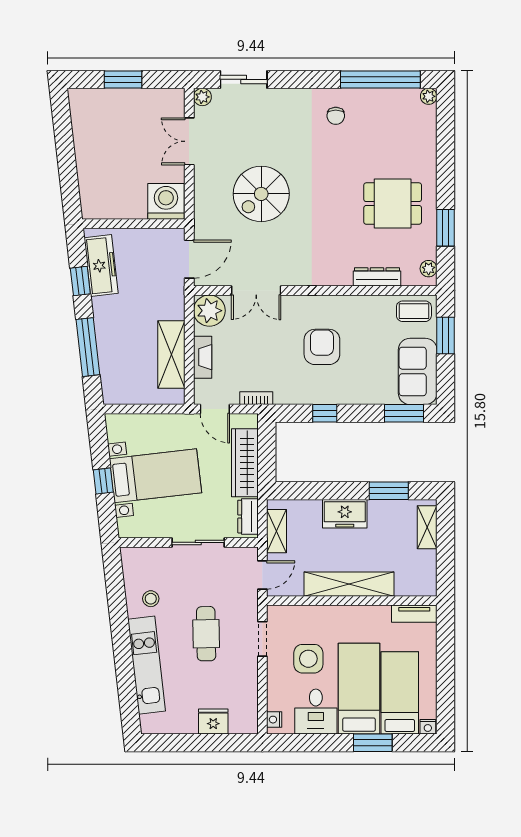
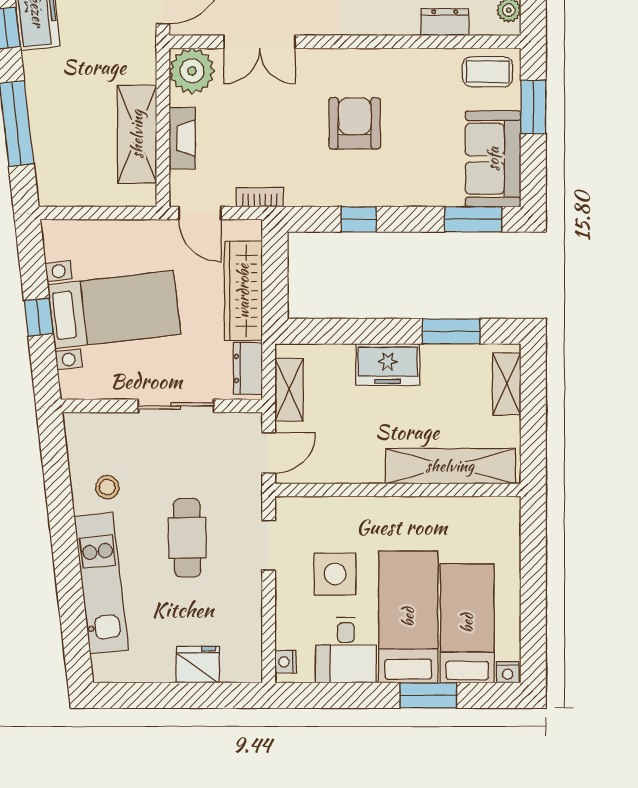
dresser: (377, 277) -> (445, 22), width x0.70
shelving: (349, 584) -> (450, 466), moved
tv unit: (414, 614) -> (488, 509), removed

